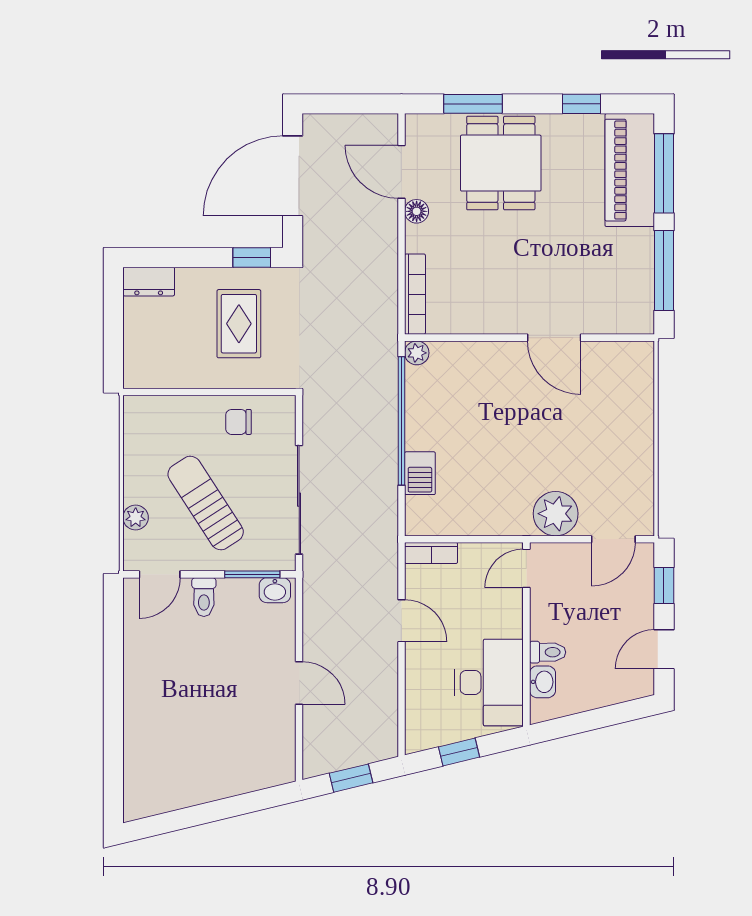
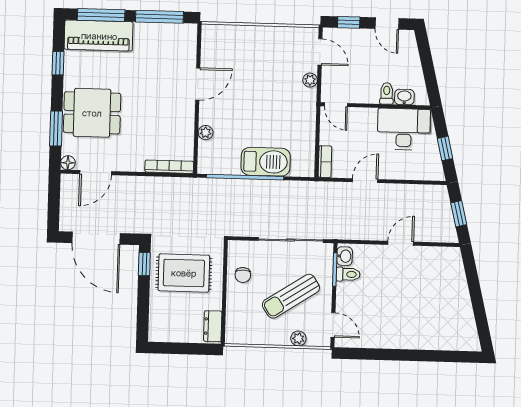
floor lamp: (417, 211) -> (68, 163), moved
dresser: (149, 282) -> (213, 326), moved, turned 180
rug: (239, 324) -> (184, 273), width x1.36, depth x1.43
plant: (417, 353) -> (206, 133), moved
barbecue: (420, 473) -> (266, 162), width x1.88, depth x1.53
plant: (556, 514) -> (310, 80), width x0.53, depth x0.53
toilet: (204, 597) -> (348, 274), moved

